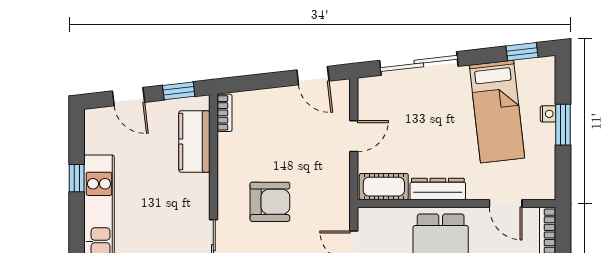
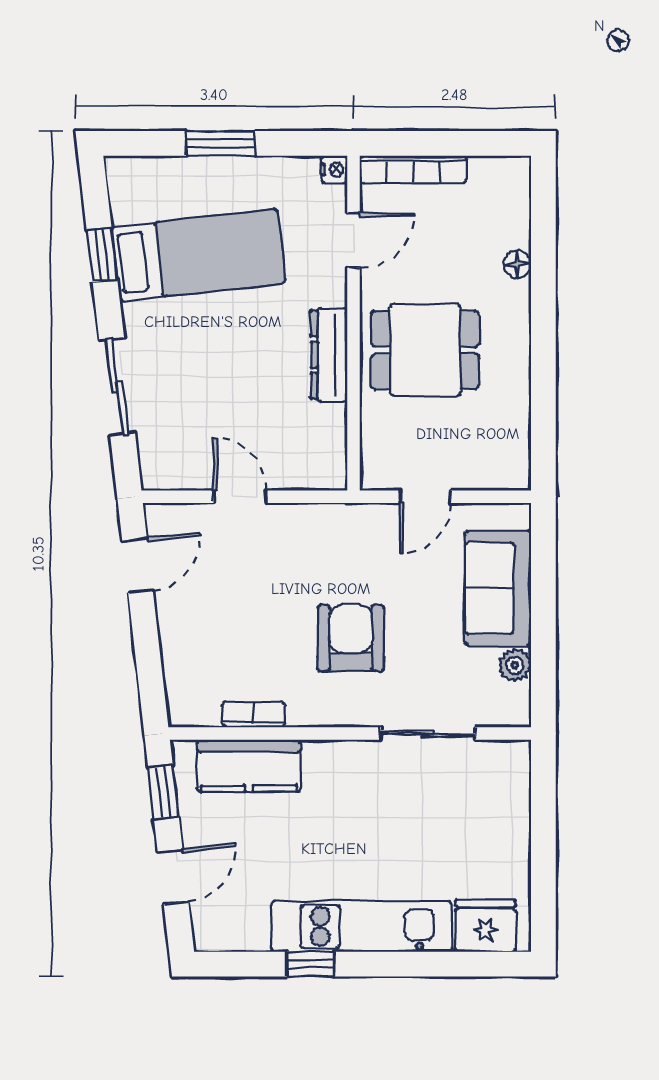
window: (522, 52) -> (102, 255), moved
sliding door: (419, 63) -> (117, 387), width x0.73
bookcase: (225, 113) -> (253, 715), moved
nightstand: (548, 114) -> (334, 169), moved, turned 90
cot: (384, 187) -> (325, 446), removed

